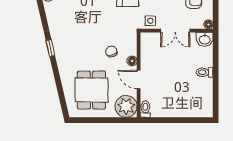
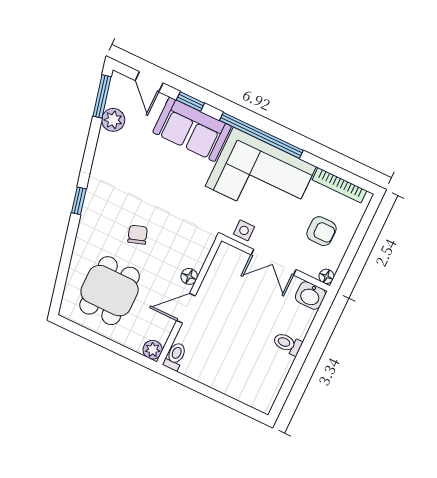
chair: (111, 52) -> (138, 235), moved
door: (139, 79) -> (186, 308), hinge flipped
plant: (126, 106) -> (153, 350), width x0.53, depth x0.53

